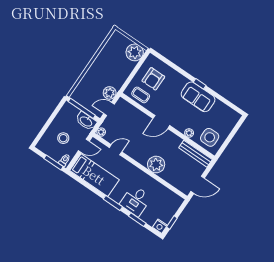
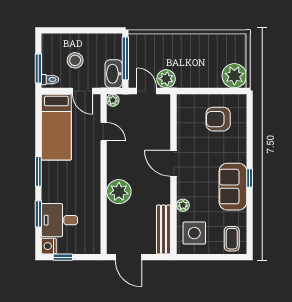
coffee table: (141, 95) -> (232, 239), moved
desk: (136, 201) -> (59, 220), moved

